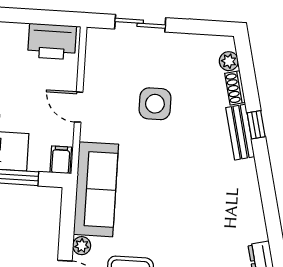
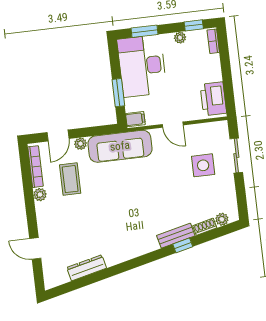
side table: (155, 104) -> (203, 165), moved
door: (79, 107) -> (173, 125), swing flipped

